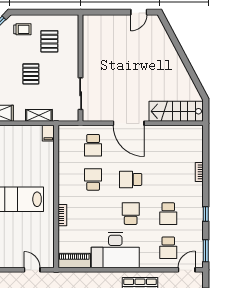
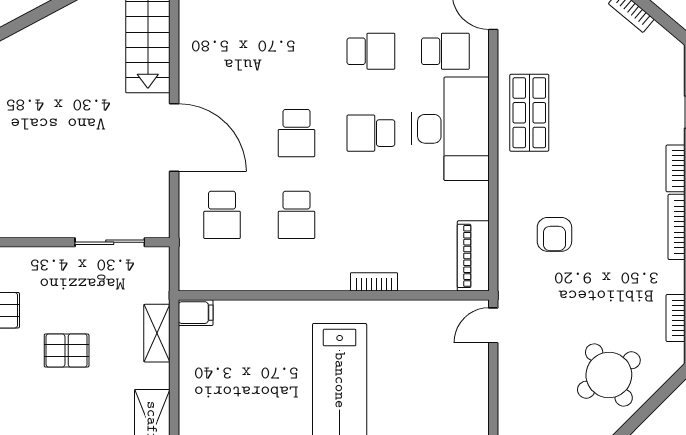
door: (129, 123) -> (174, 138), hinge flipped
school desk: (93, 145) -> (222, 215), turned 90
school desk: (93, 179) -> (296, 215), turned -90
desk: (115, 250) -> (450, 129), moved
door: (32, 270) -> (493, 325), moved

